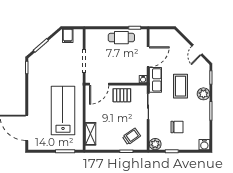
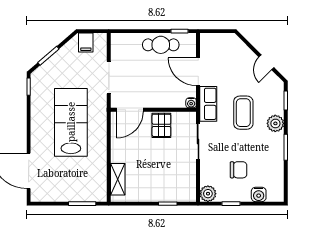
door: (148, 57) -> (198, 72), swing flipped
pallet: (122, 95) -> (161, 125), turned 90
lab bench: (63, 110) -> (71, 122), moved
trolley: (131, 136) -> (175, 183), removed
water cooler: (204, 145) -> (259, 194), moved

